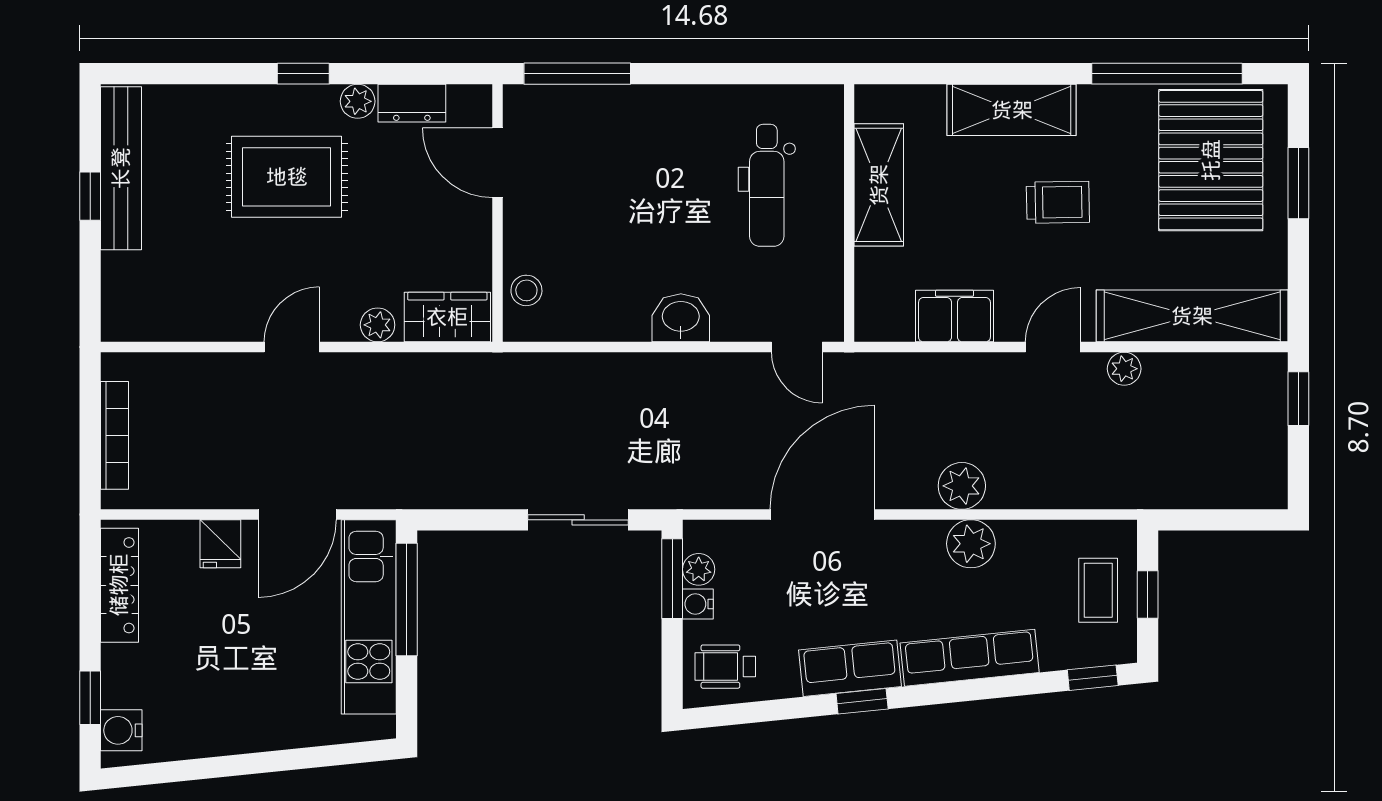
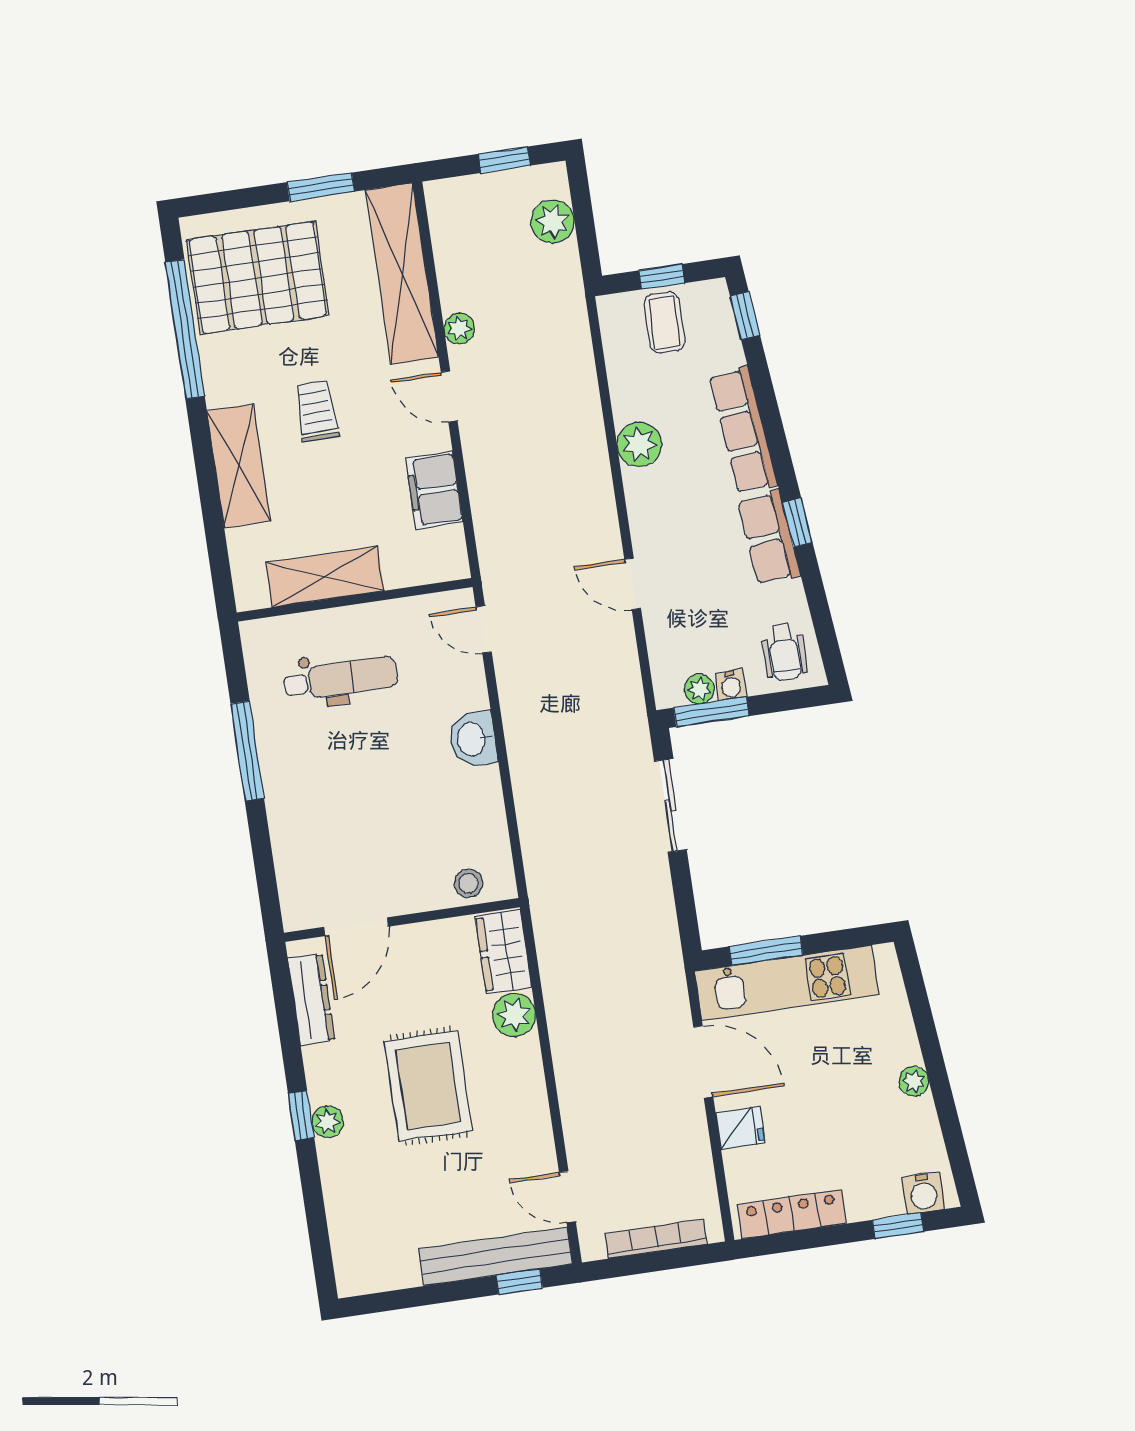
window: (577, 74) -> (247, 751), moved
plant: (358, 101) -> (328, 1122), moved
dresser: (412, 103) -> (311, 999), width x1.44
bench: (121, 168) -> (496, 1256), moved
rug: (287, 177) -> (428, 1086), moved
window: (1298, 183) -> (321, 187), moved
window: (90, 196) -> (519, 1282), moved
plant: (378, 325) -> (514, 1015), width x1.38, depth x1.38
door: (292, 347) -> (567, 1197), moved
door: (797, 347) -> (484, 629), swing flipped
window: (1298, 399) -> (504, 160), moved
plant: (962, 486) -> (553, 221), moved
door: (822, 514) -> (633, 584), width x0.53
coffee table: (1098, 590) -> (665, 322), turned 90
window: (407, 599) -> (766, 951), width x0.69
plant: (243, 738) -> (914, 1081), added

